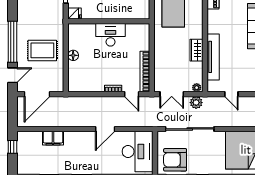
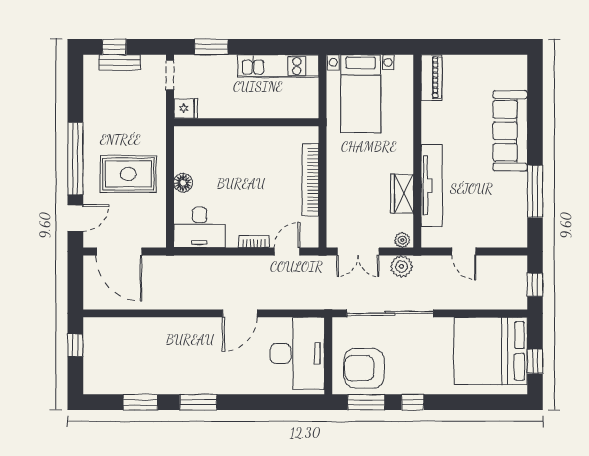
desk: (110, 35) -> (200, 227), moved, turned 180
wardrobe: (196, 50) -> (402, 194), moved
bookcase: (145, 72) -> (310, 180), moved
door: (37, 94) -> (119, 252), hinge flipped
door: (132, 94) -> (287, 252), swing flipped
filing cabinet: (53, 138) -> (147, 330), removed

